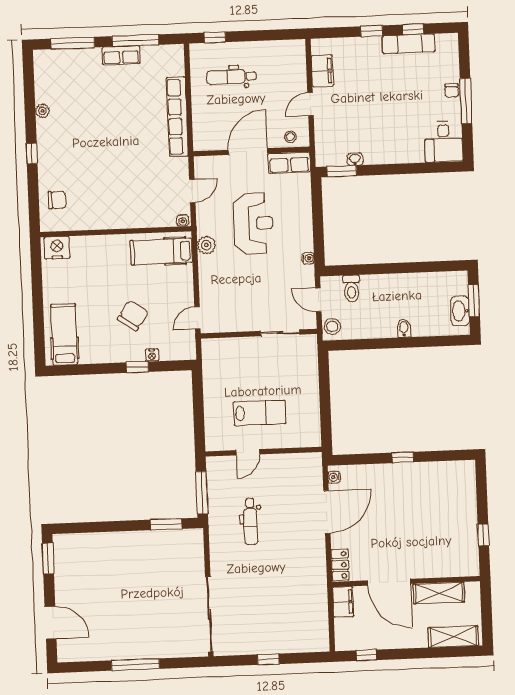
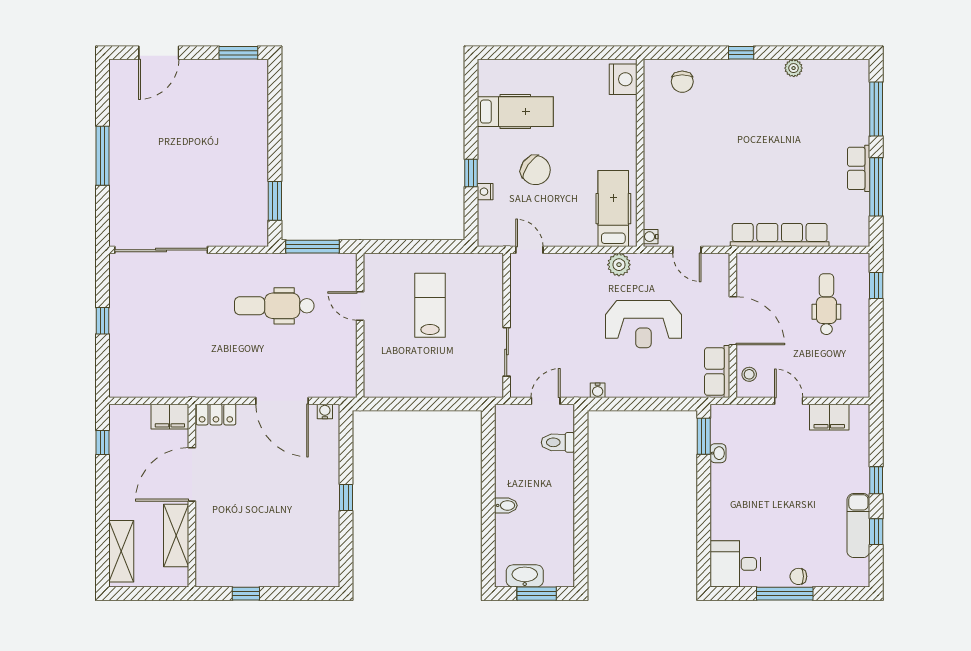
stool: (332, 327) -> (512, 417), removed
hospital bed: (64, 334) -> (515, 112), moved
lab bench: (260, 413) -> (430, 305), moved, turned 180
dental chair: (251, 521) -> (274, 306), width x1.36, depth x1.38

